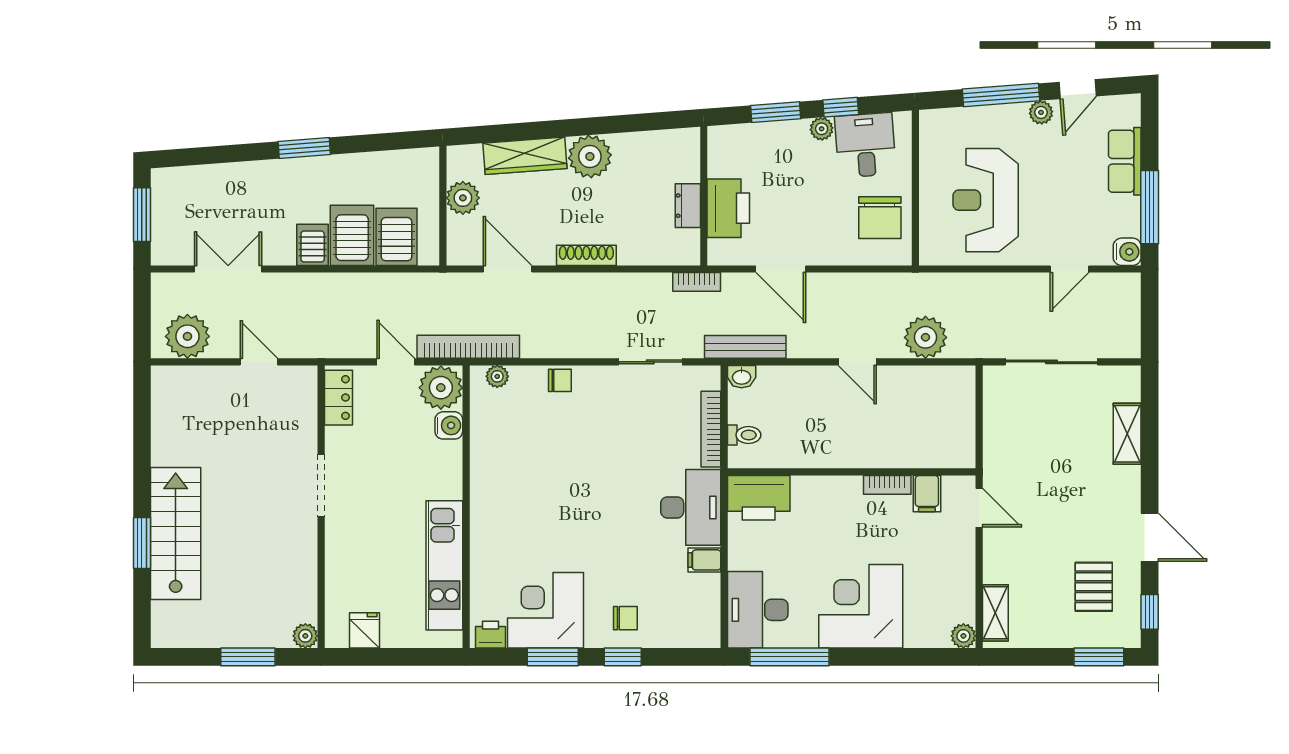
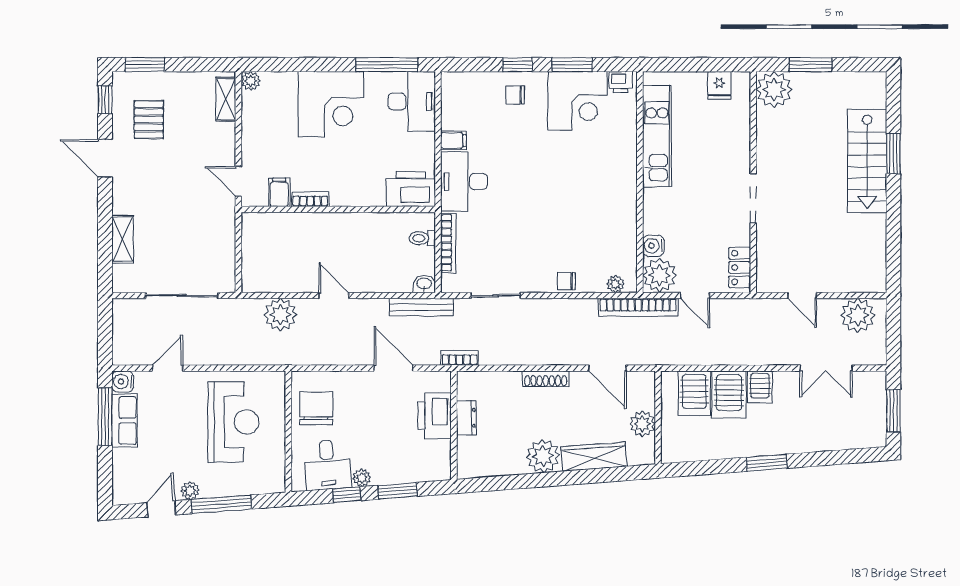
row of seats: (1125, 161) -> (124, 421), moved
plant: (305, 636) -> (774, 90), width x1.88, depth x1.88

